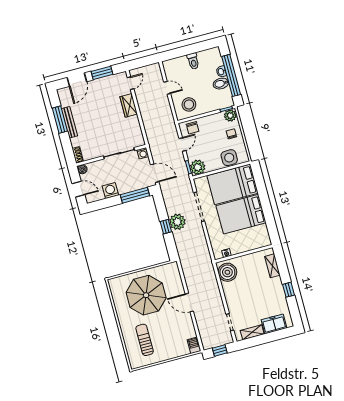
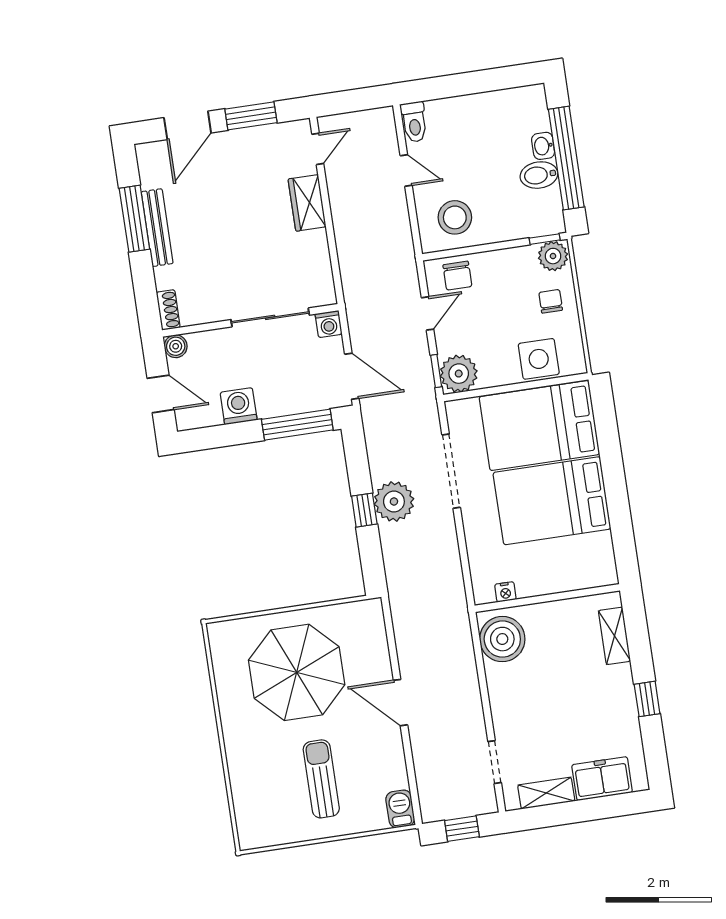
toilet: (193, 61) -> (414, 122), moved
sun lounger: (145, 340) -> (321, 779), moved

